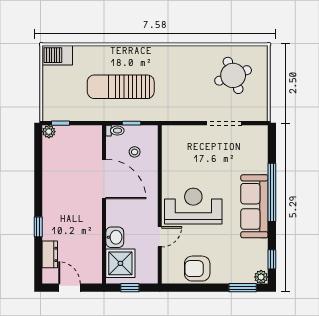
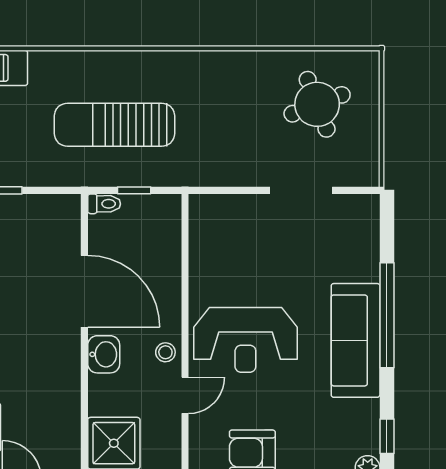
stool: (135, 152) -> (165, 352), moved
reception desk: (193, 206) -> (245, 340), turned 180
washbasin: (115, 237) -> (104, 354), moved

